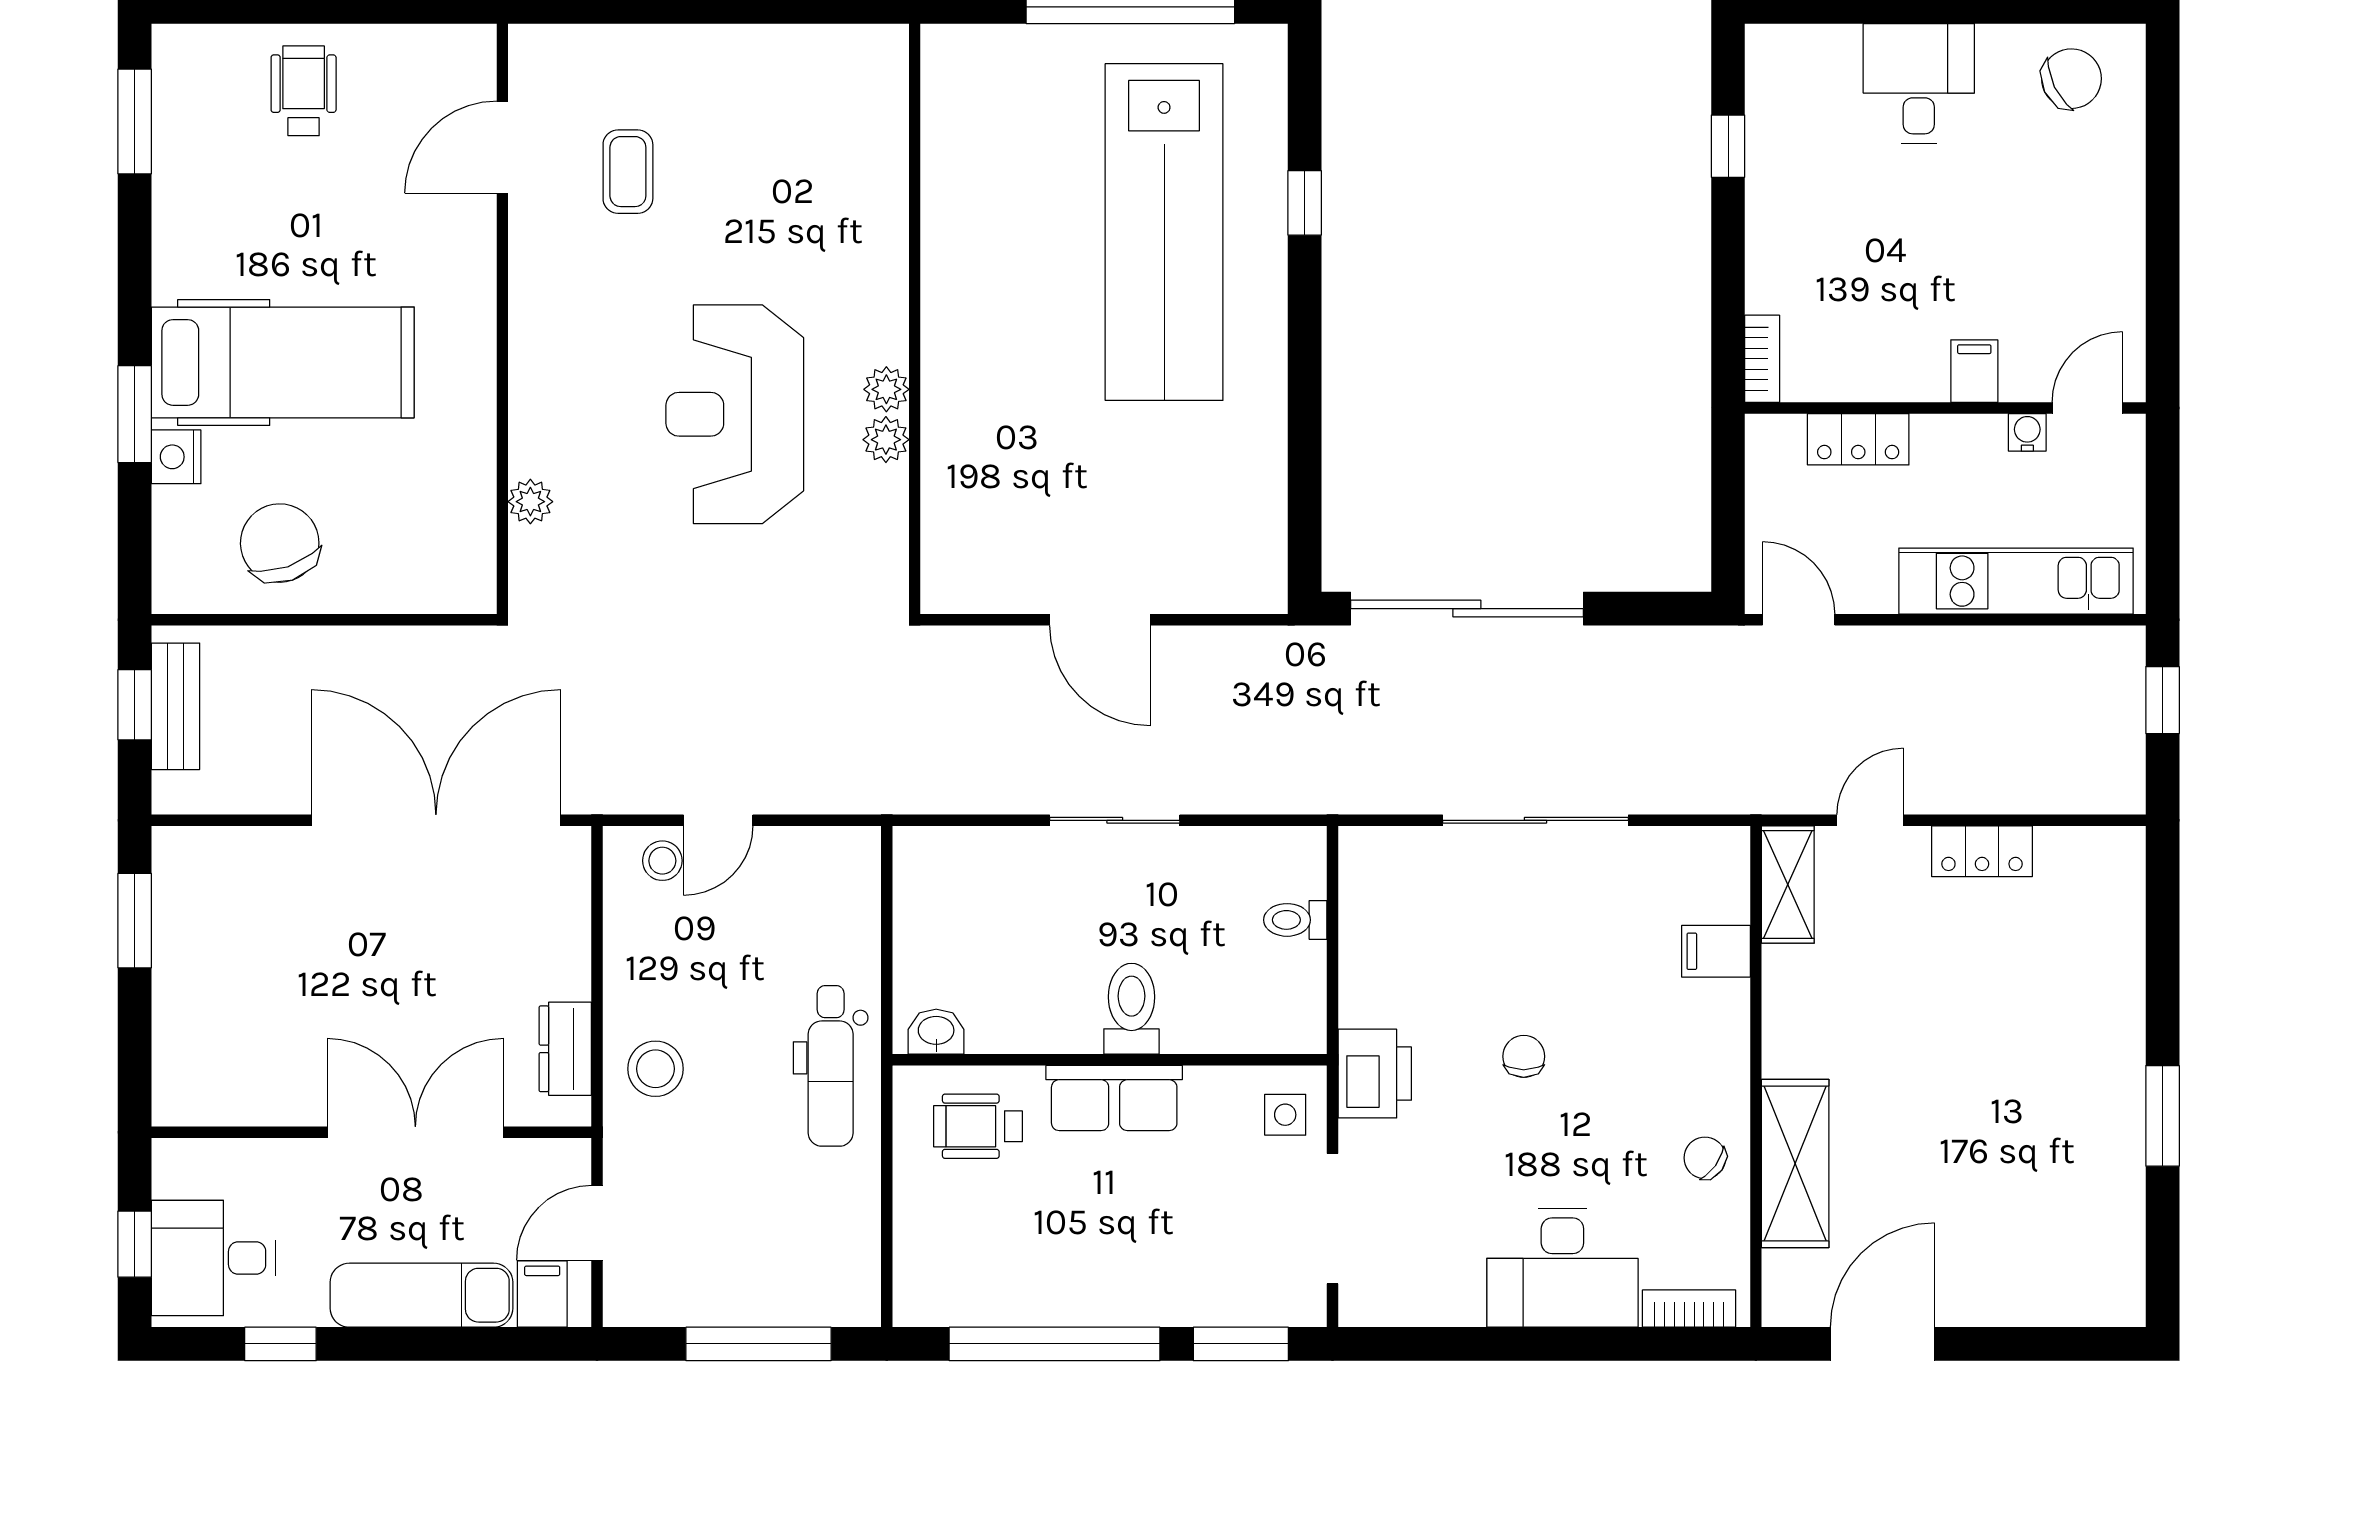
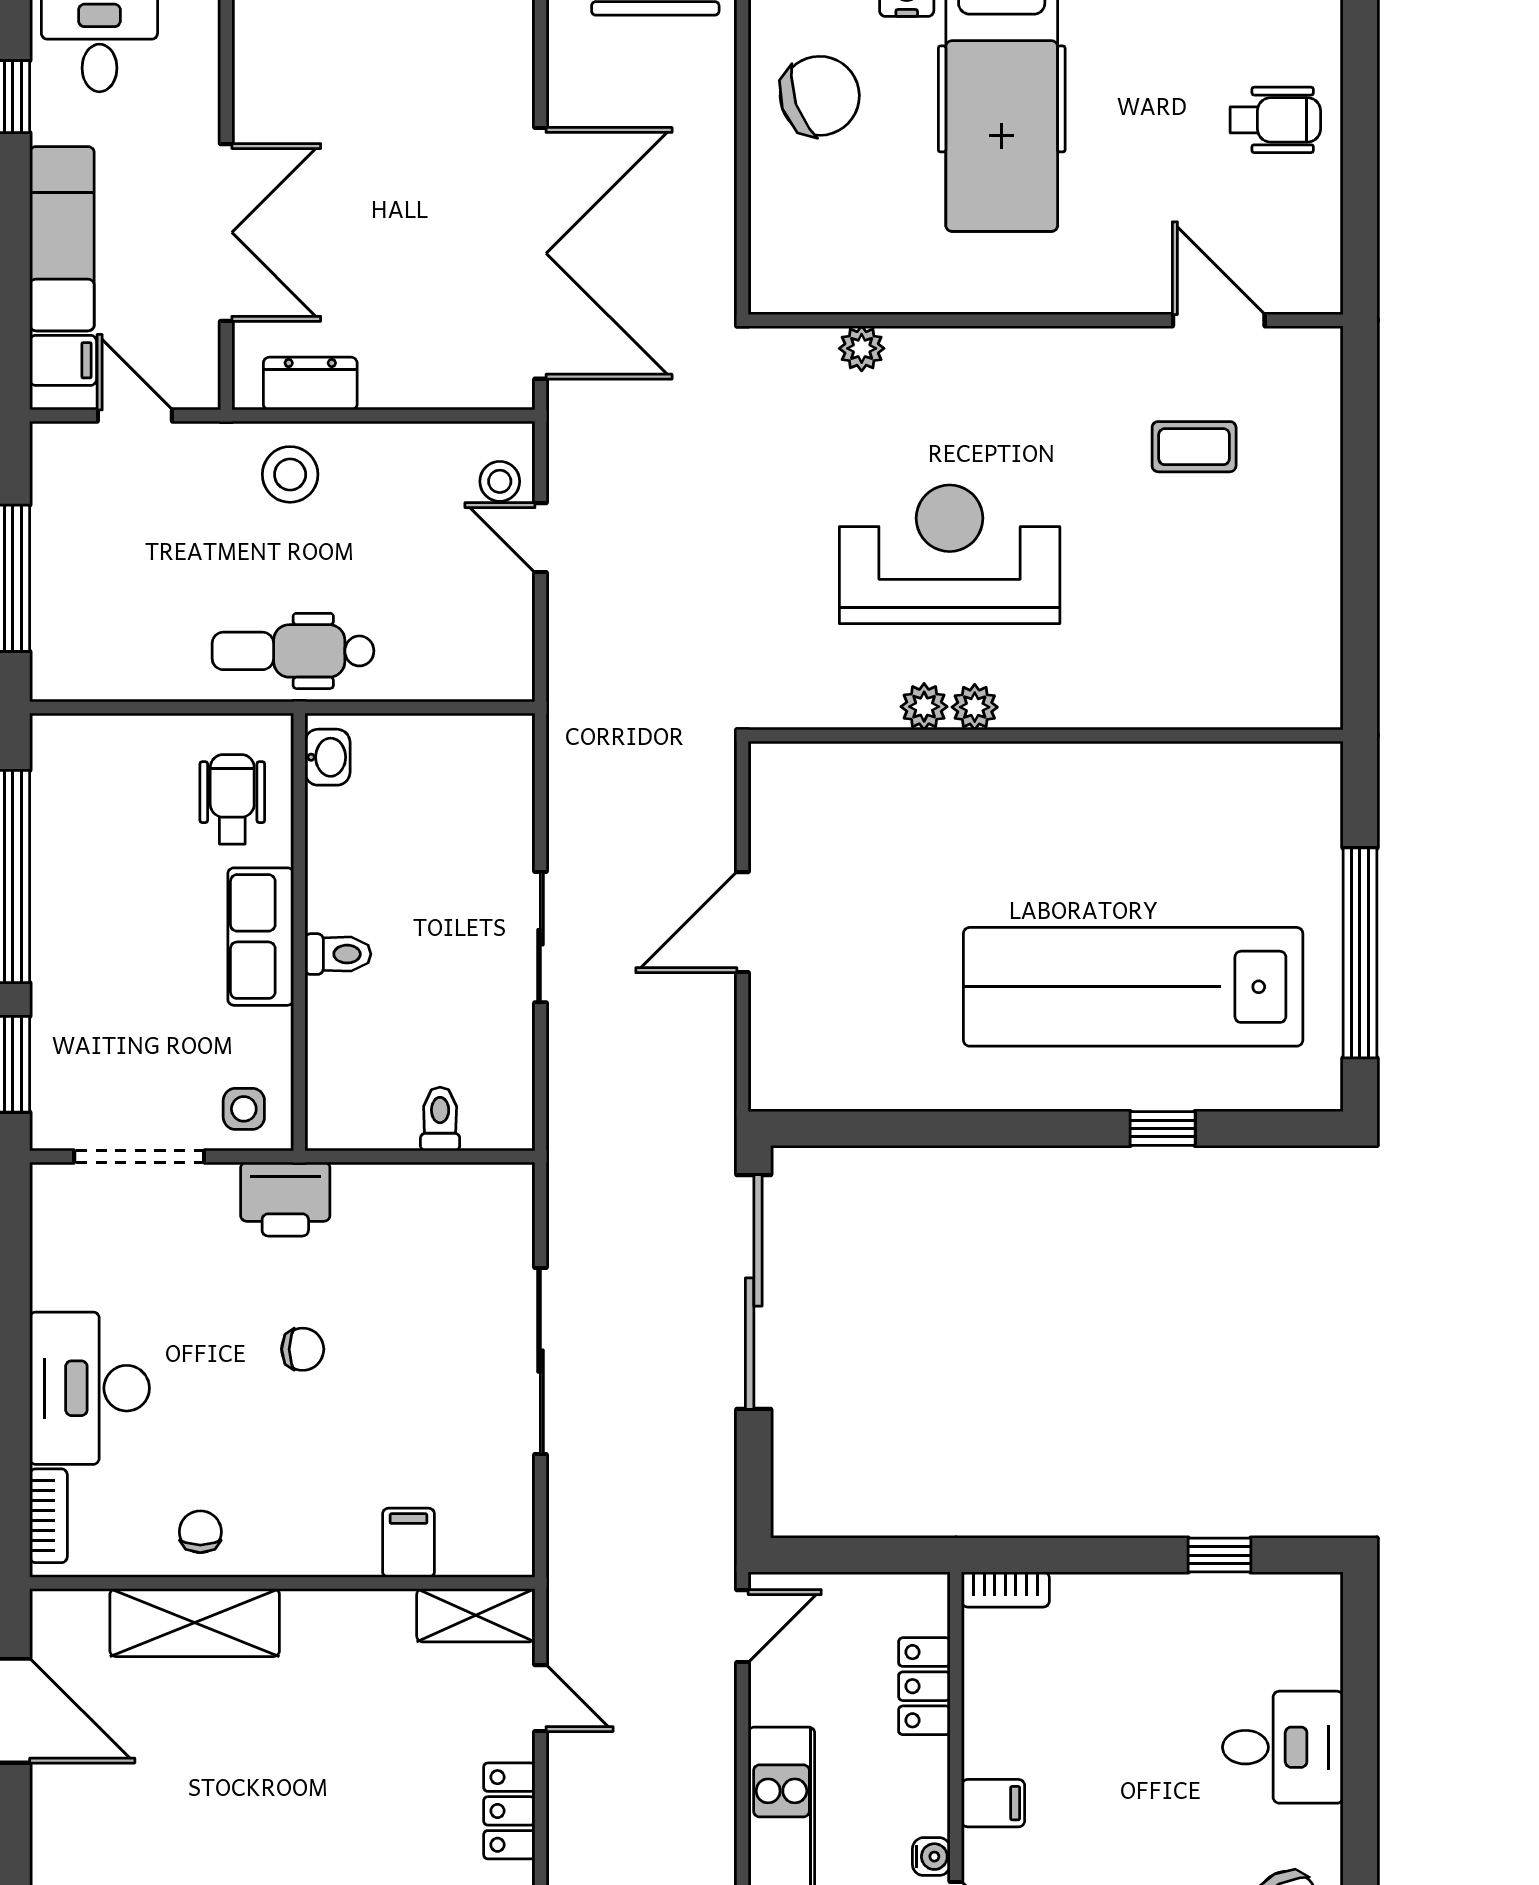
toilet: (1131, 1009) -> (338, 954), width x0.73, depth x0.72
chair: (1705, 1158) -> (200, 1532), turned -36

